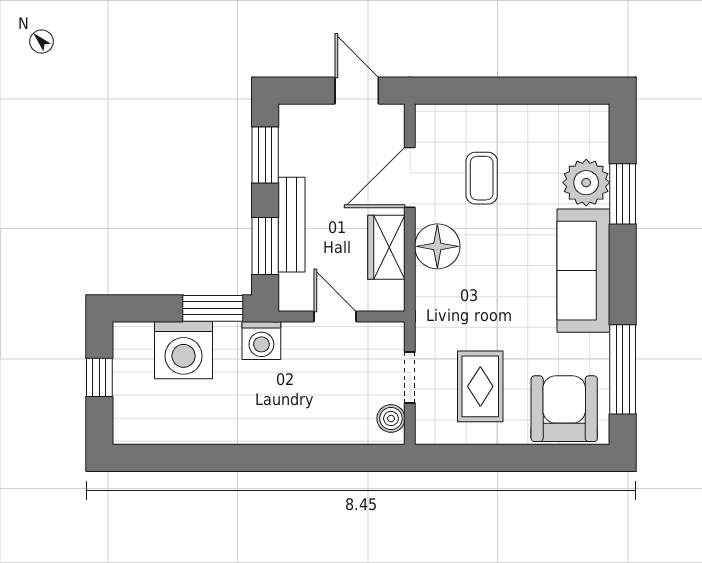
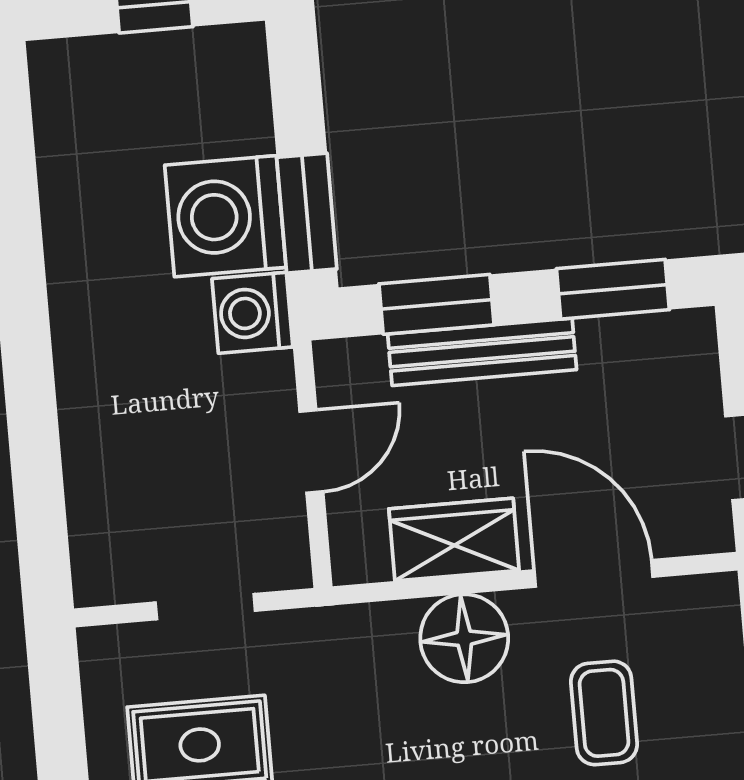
coffee table: (482, 178) -> (604, 713), turned 90
washing machine: (184, 350) -> (225, 216), moved
boiler: (391, 418) -> (123, 577), removed

